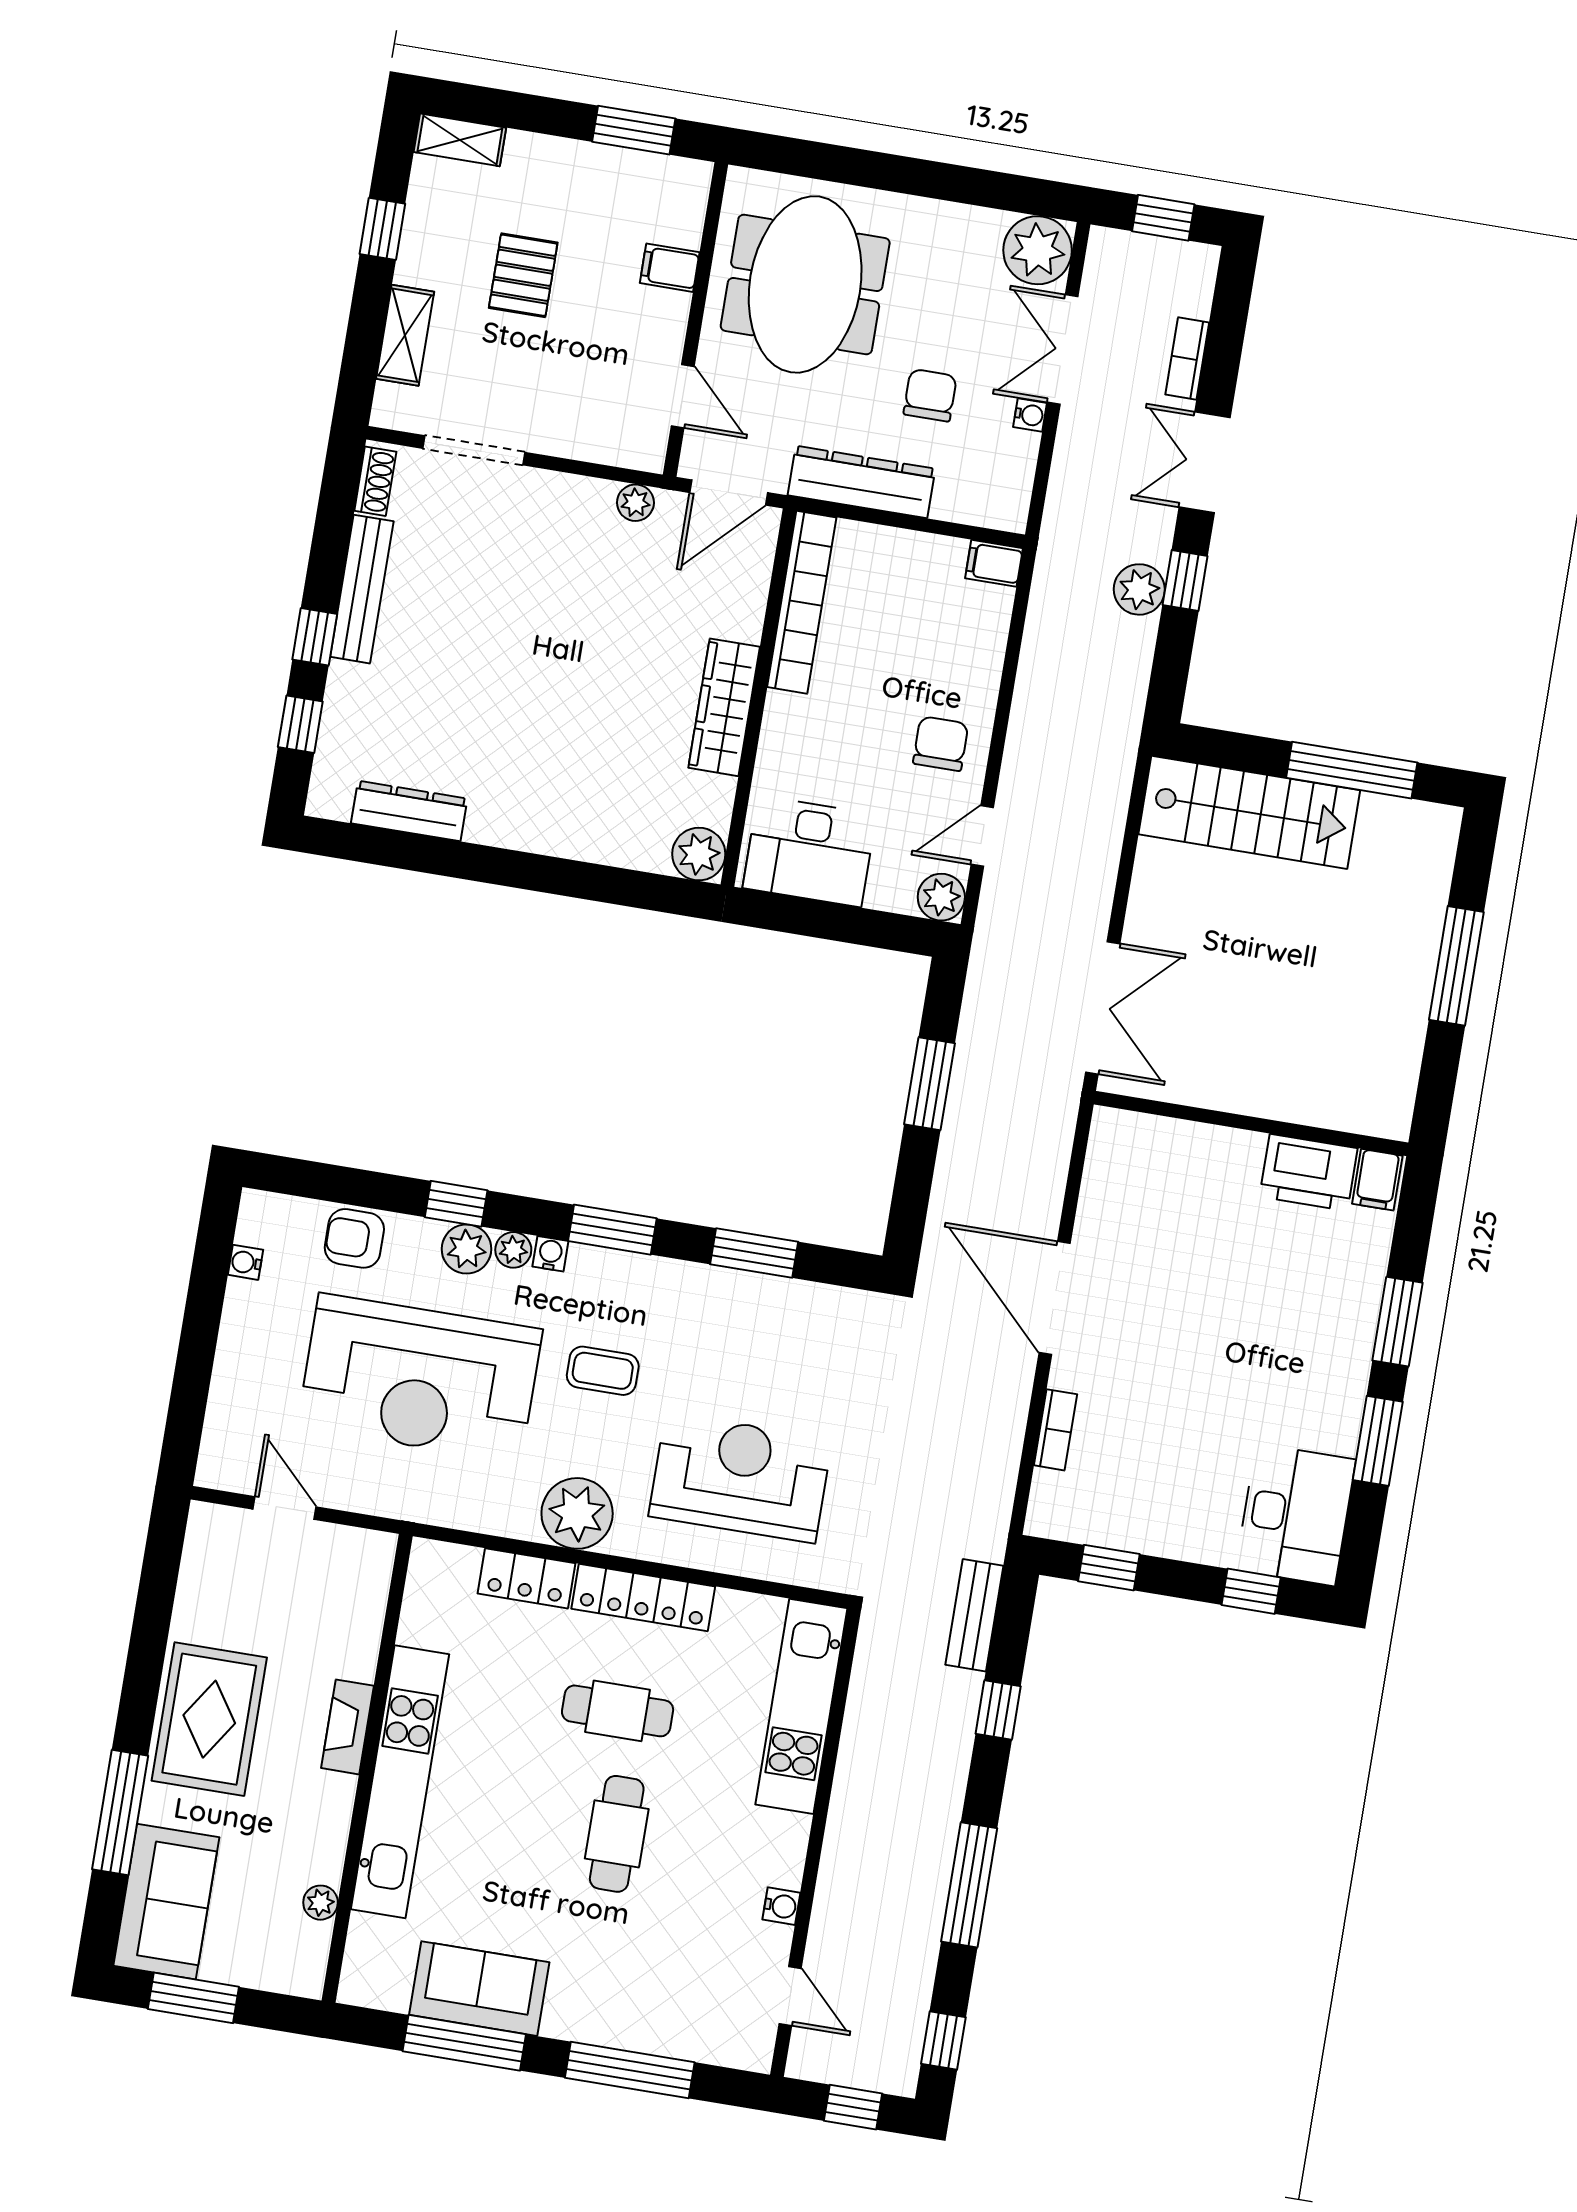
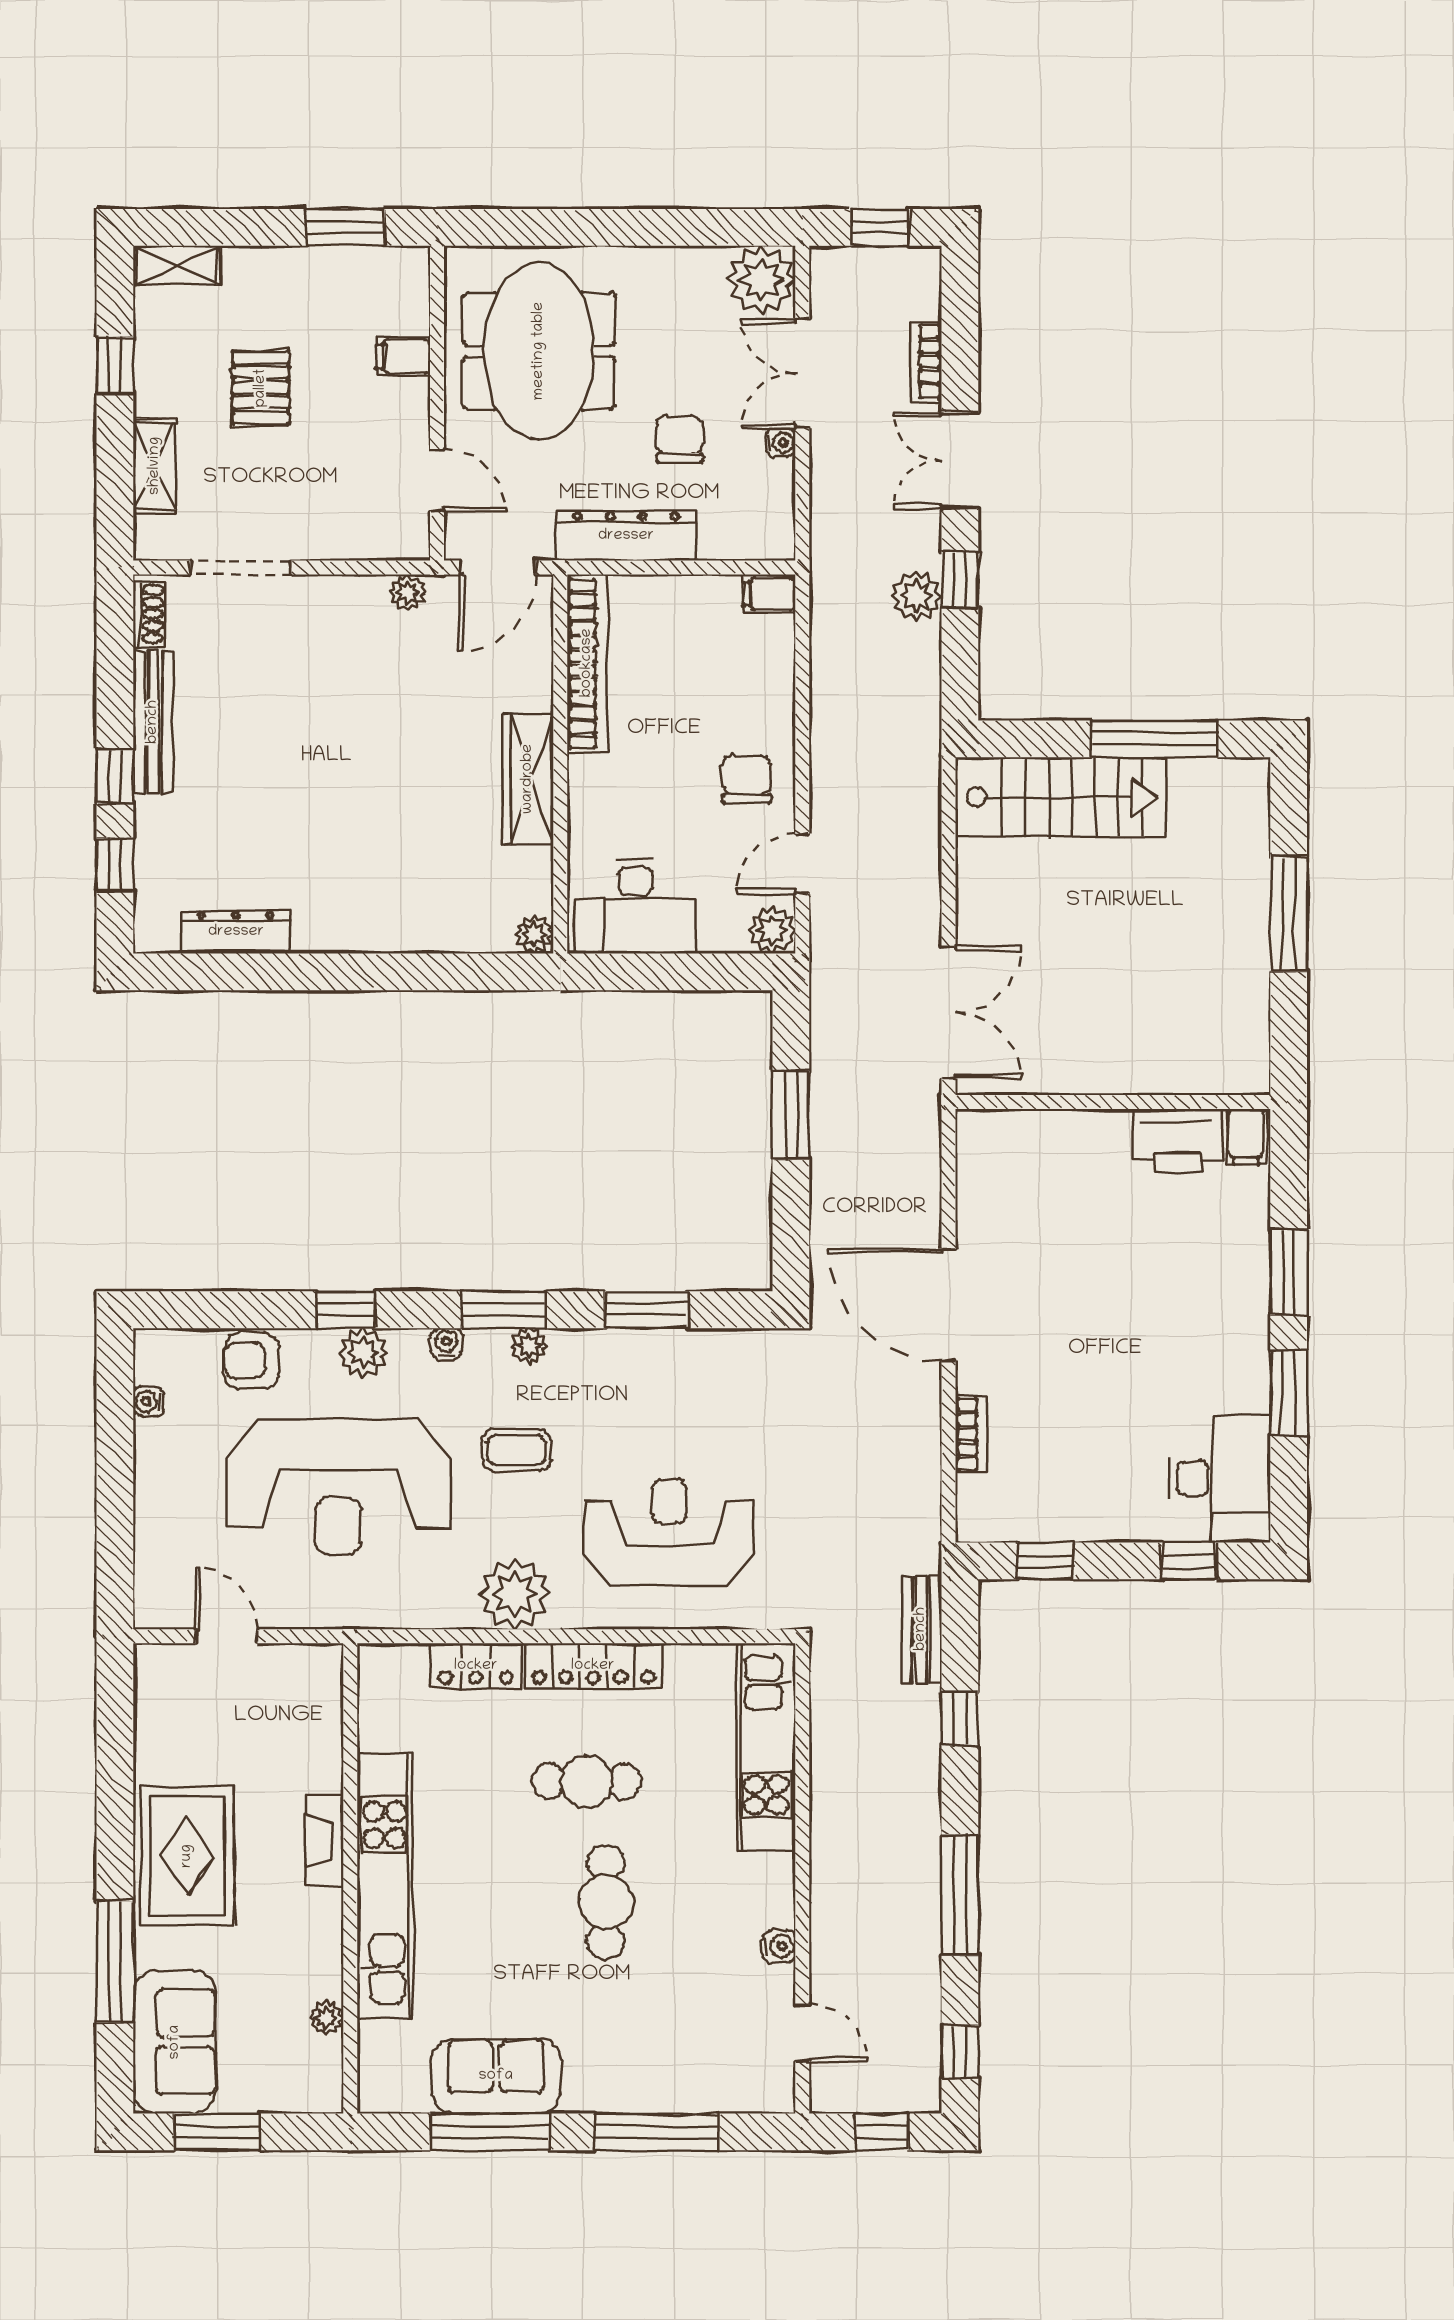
plant: (699, 854) -> (534, 934), width x0.73, depth x0.73
plant: (513, 1250) -> (529, 1346), moved

